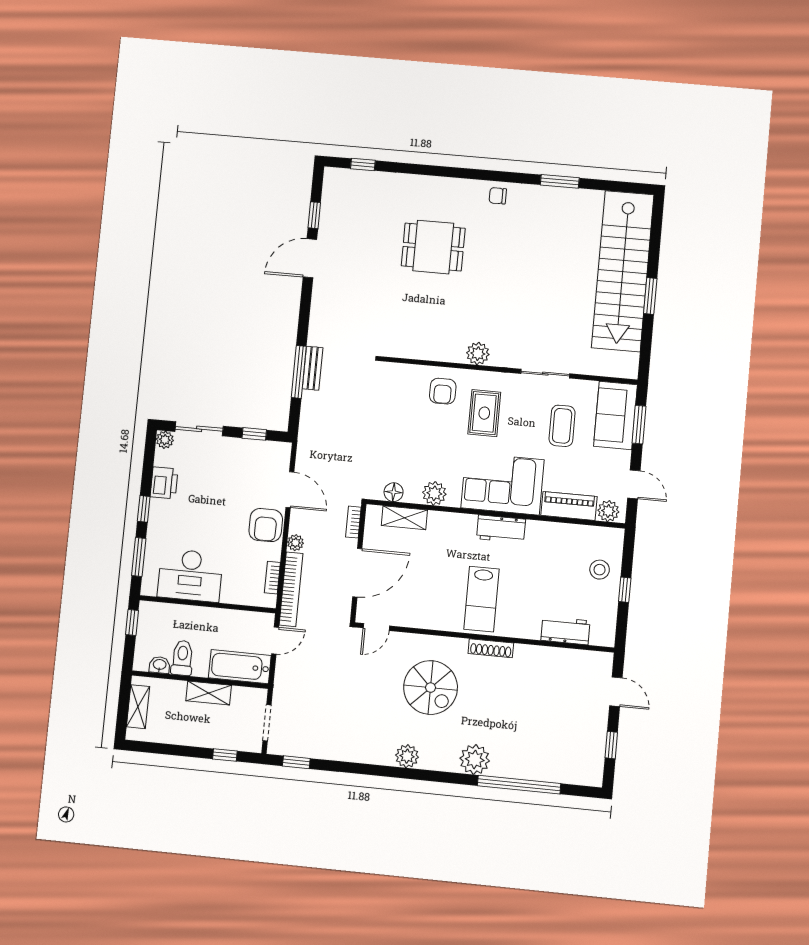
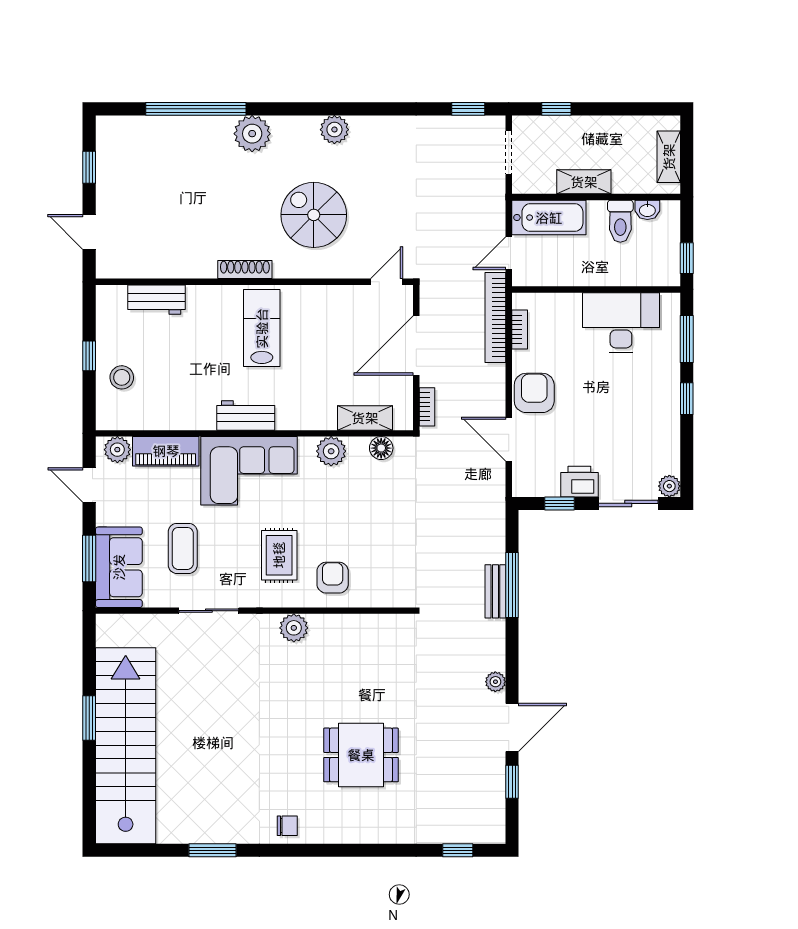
printer: (164, 483) -> (579, 482), moved, turned 90
plant: (295, 543) -> (495, 682), moved

